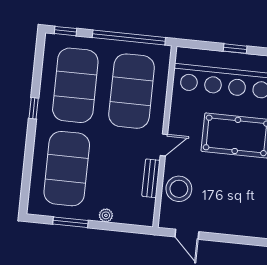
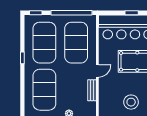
stool: (179, 189) -> (131, 102), moved

